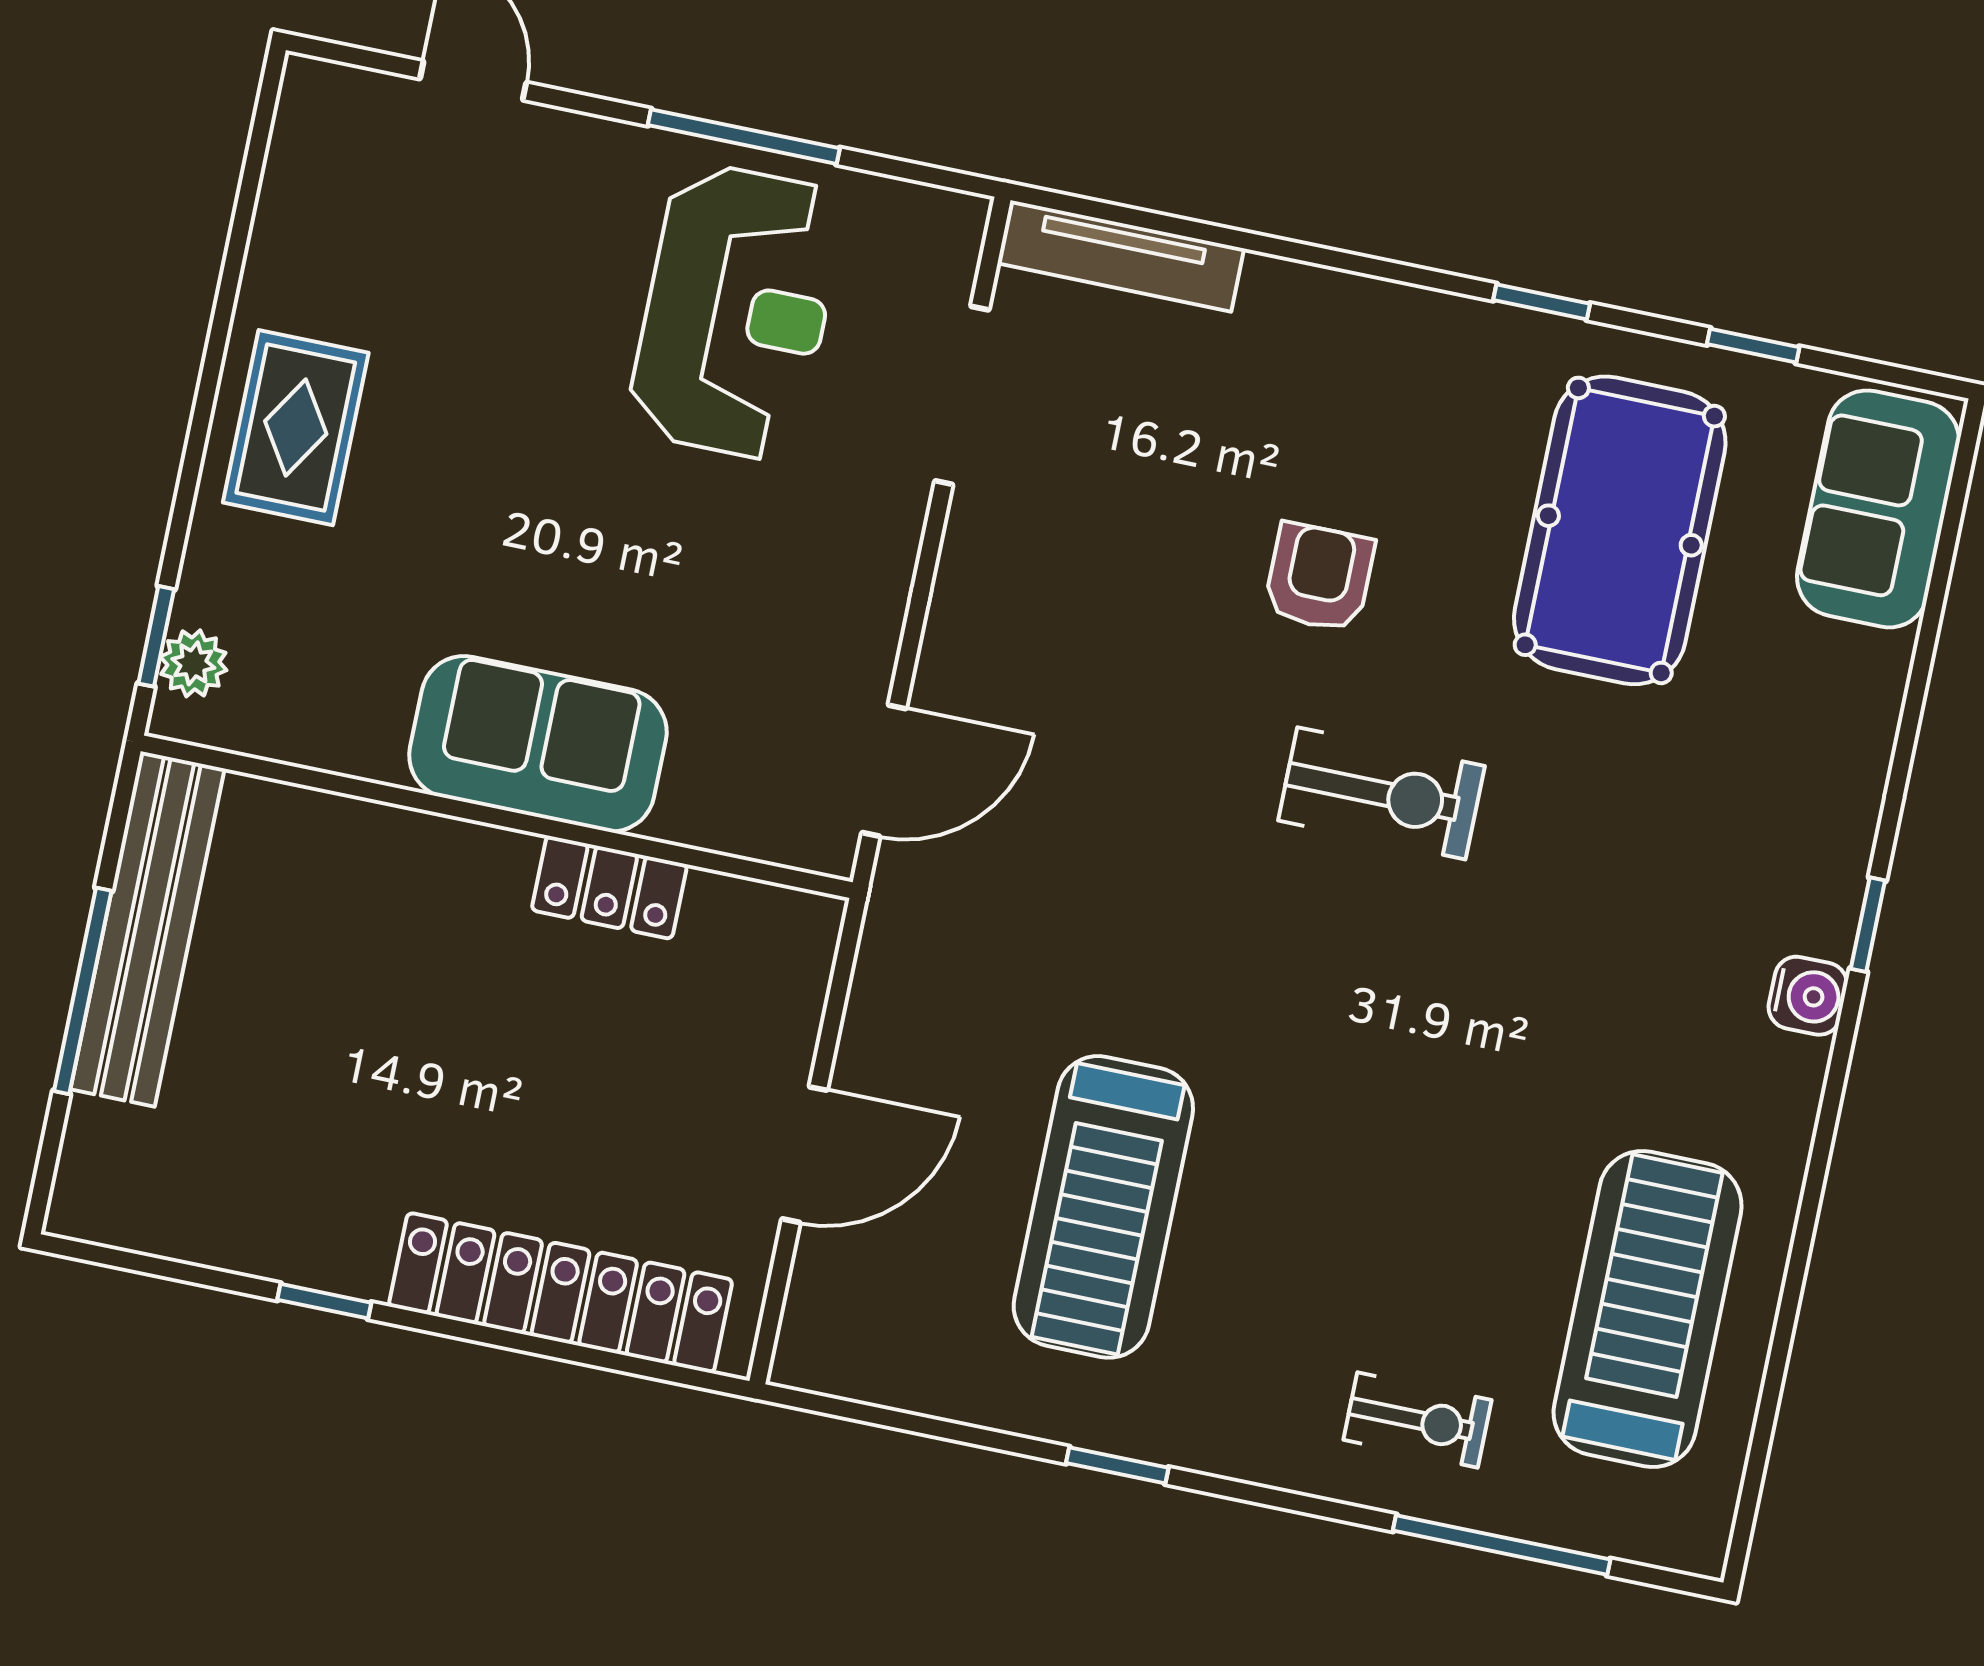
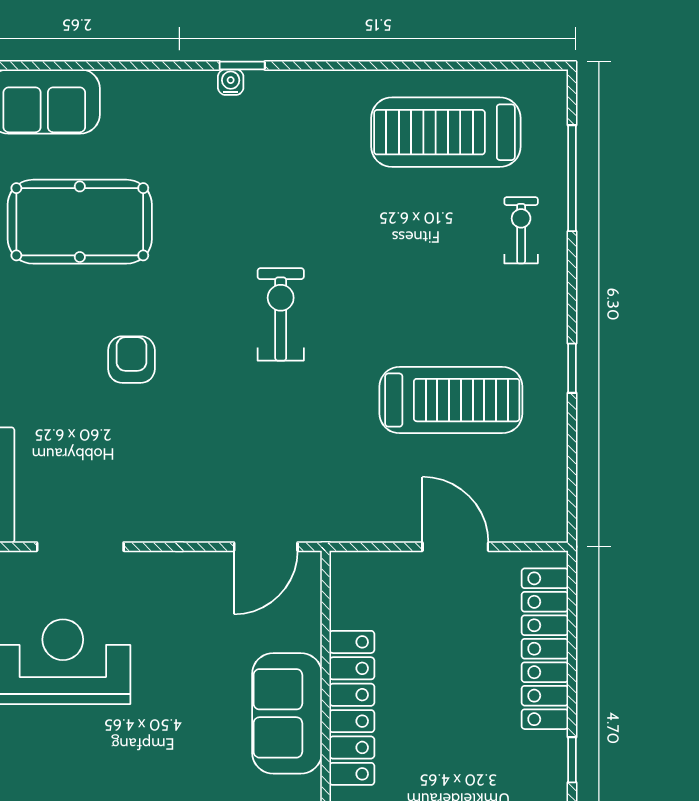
armchair: (1319, 577) -> (131, 360), turned 90
door: (884, 771) -> (266, 547), swing flipped
exercise bike: (1381, 793) -> (281, 314), moved
locker: (609, 887) -> (352, 708), width x2.16, depth x1.21
water cooler: (1808, 996) -> (231, 82), moved, width x0.72, depth x0.72

